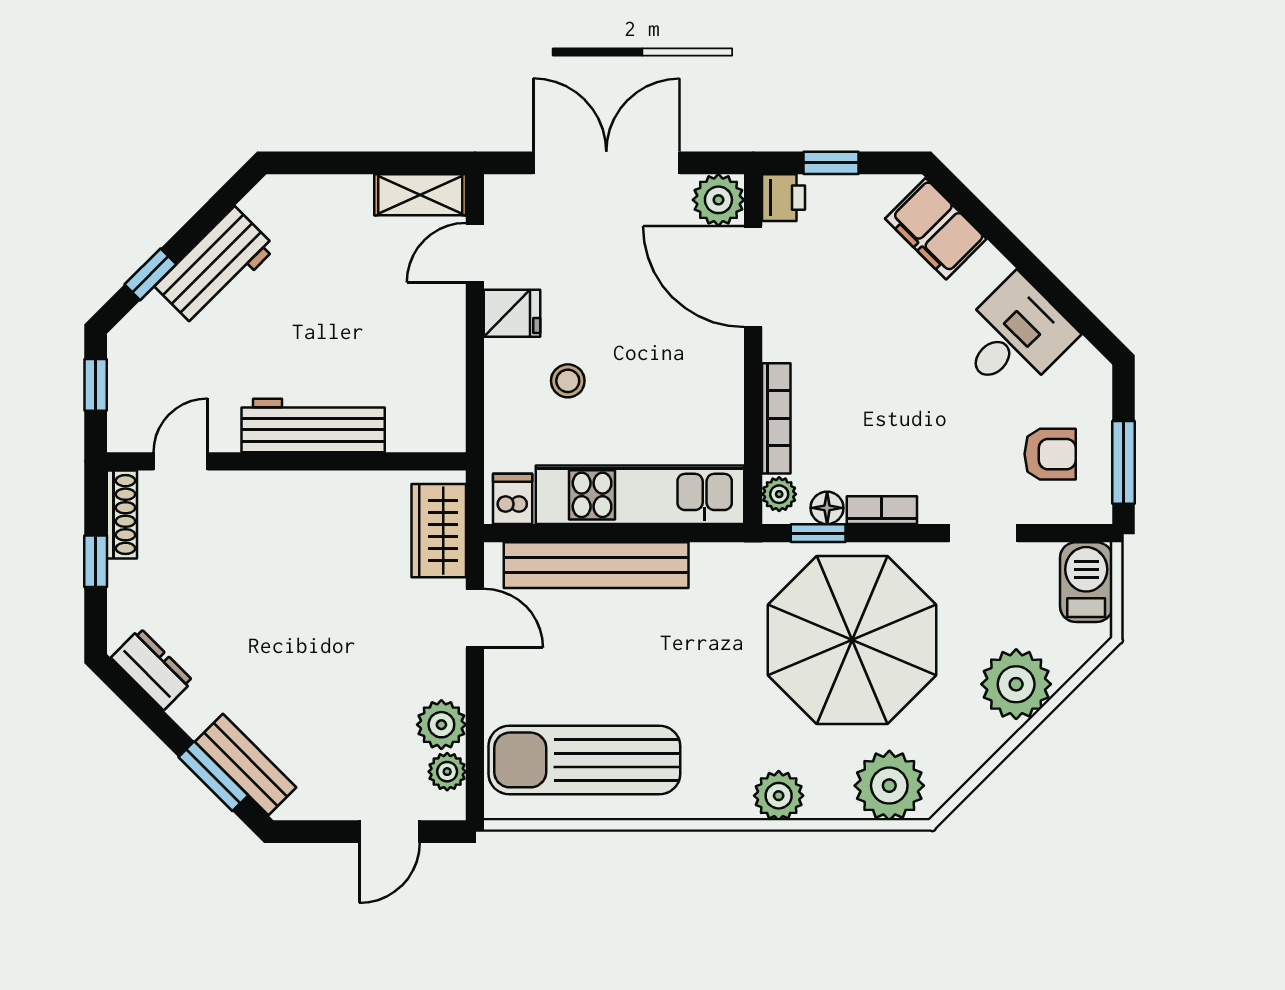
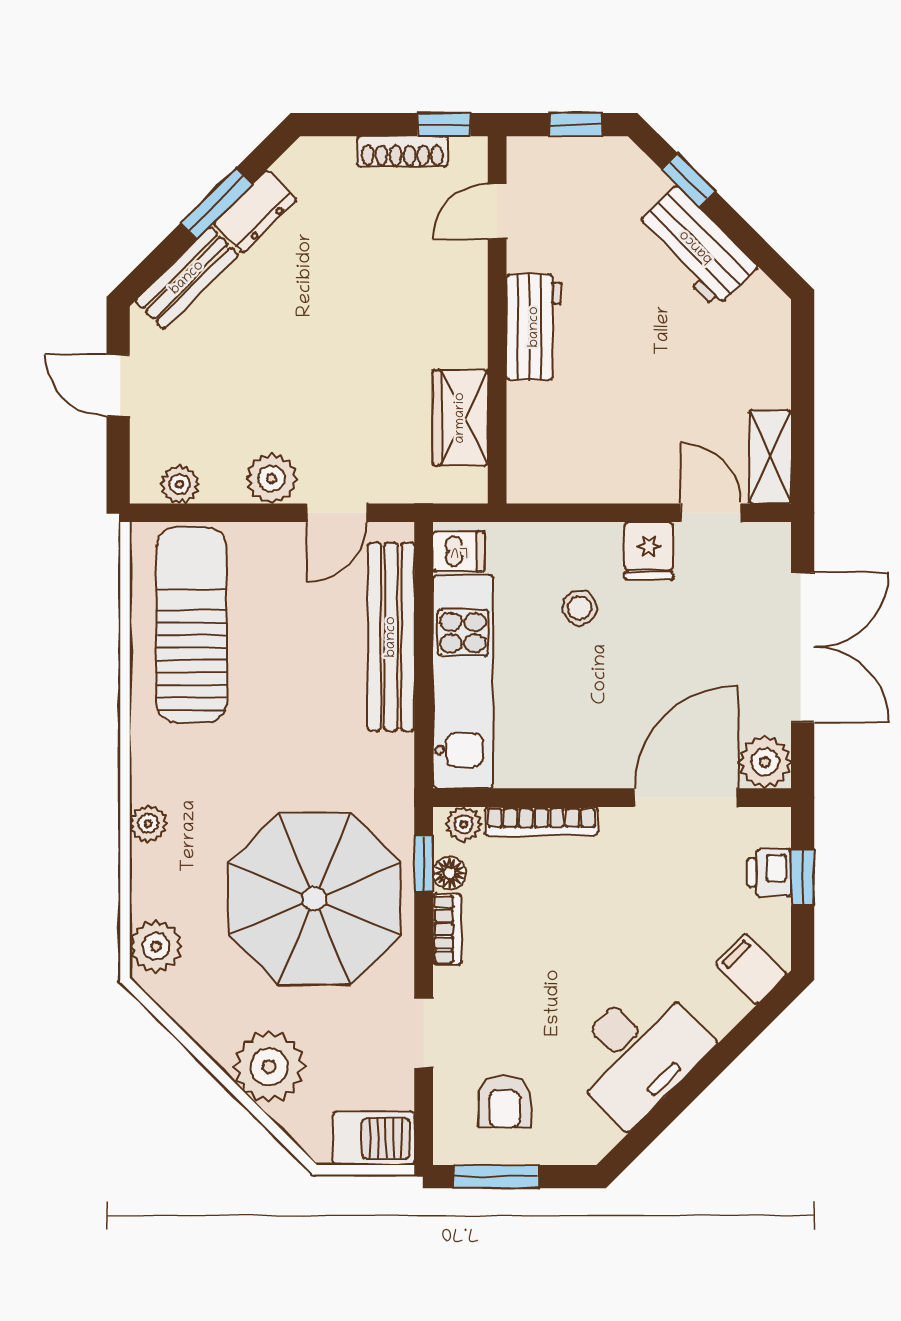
printer: (783, 198) -> (769, 873), moved, turned 90
filing cabinet: (936, 229) -> (751, 969), width x0.50
desk: (1014, 337) -> (637, 1052), width x1.37
workbench: (313, 426) -> (534, 327), width x0.73
door: (181, 461) -> (497, 212), swing flipped
shoe rack: (122, 514) -> (402, 151), moved
wardrobe: (439, 531) -> (460, 418), moved, turned -90
window: (96, 561) -> (444, 125), moved
dresser: (152, 669) -> (255, 212), moved
plant: (441, 725) -> (272, 478), moved
window: (213, 776) -> (217, 203), moved
plant: (889, 786) -> (156, 946), width x0.73, depth x0.73
plant: (779, 796) -> (148, 824), width x0.73, depth x0.73
door: (389, 832) -> (118, 386), moved

